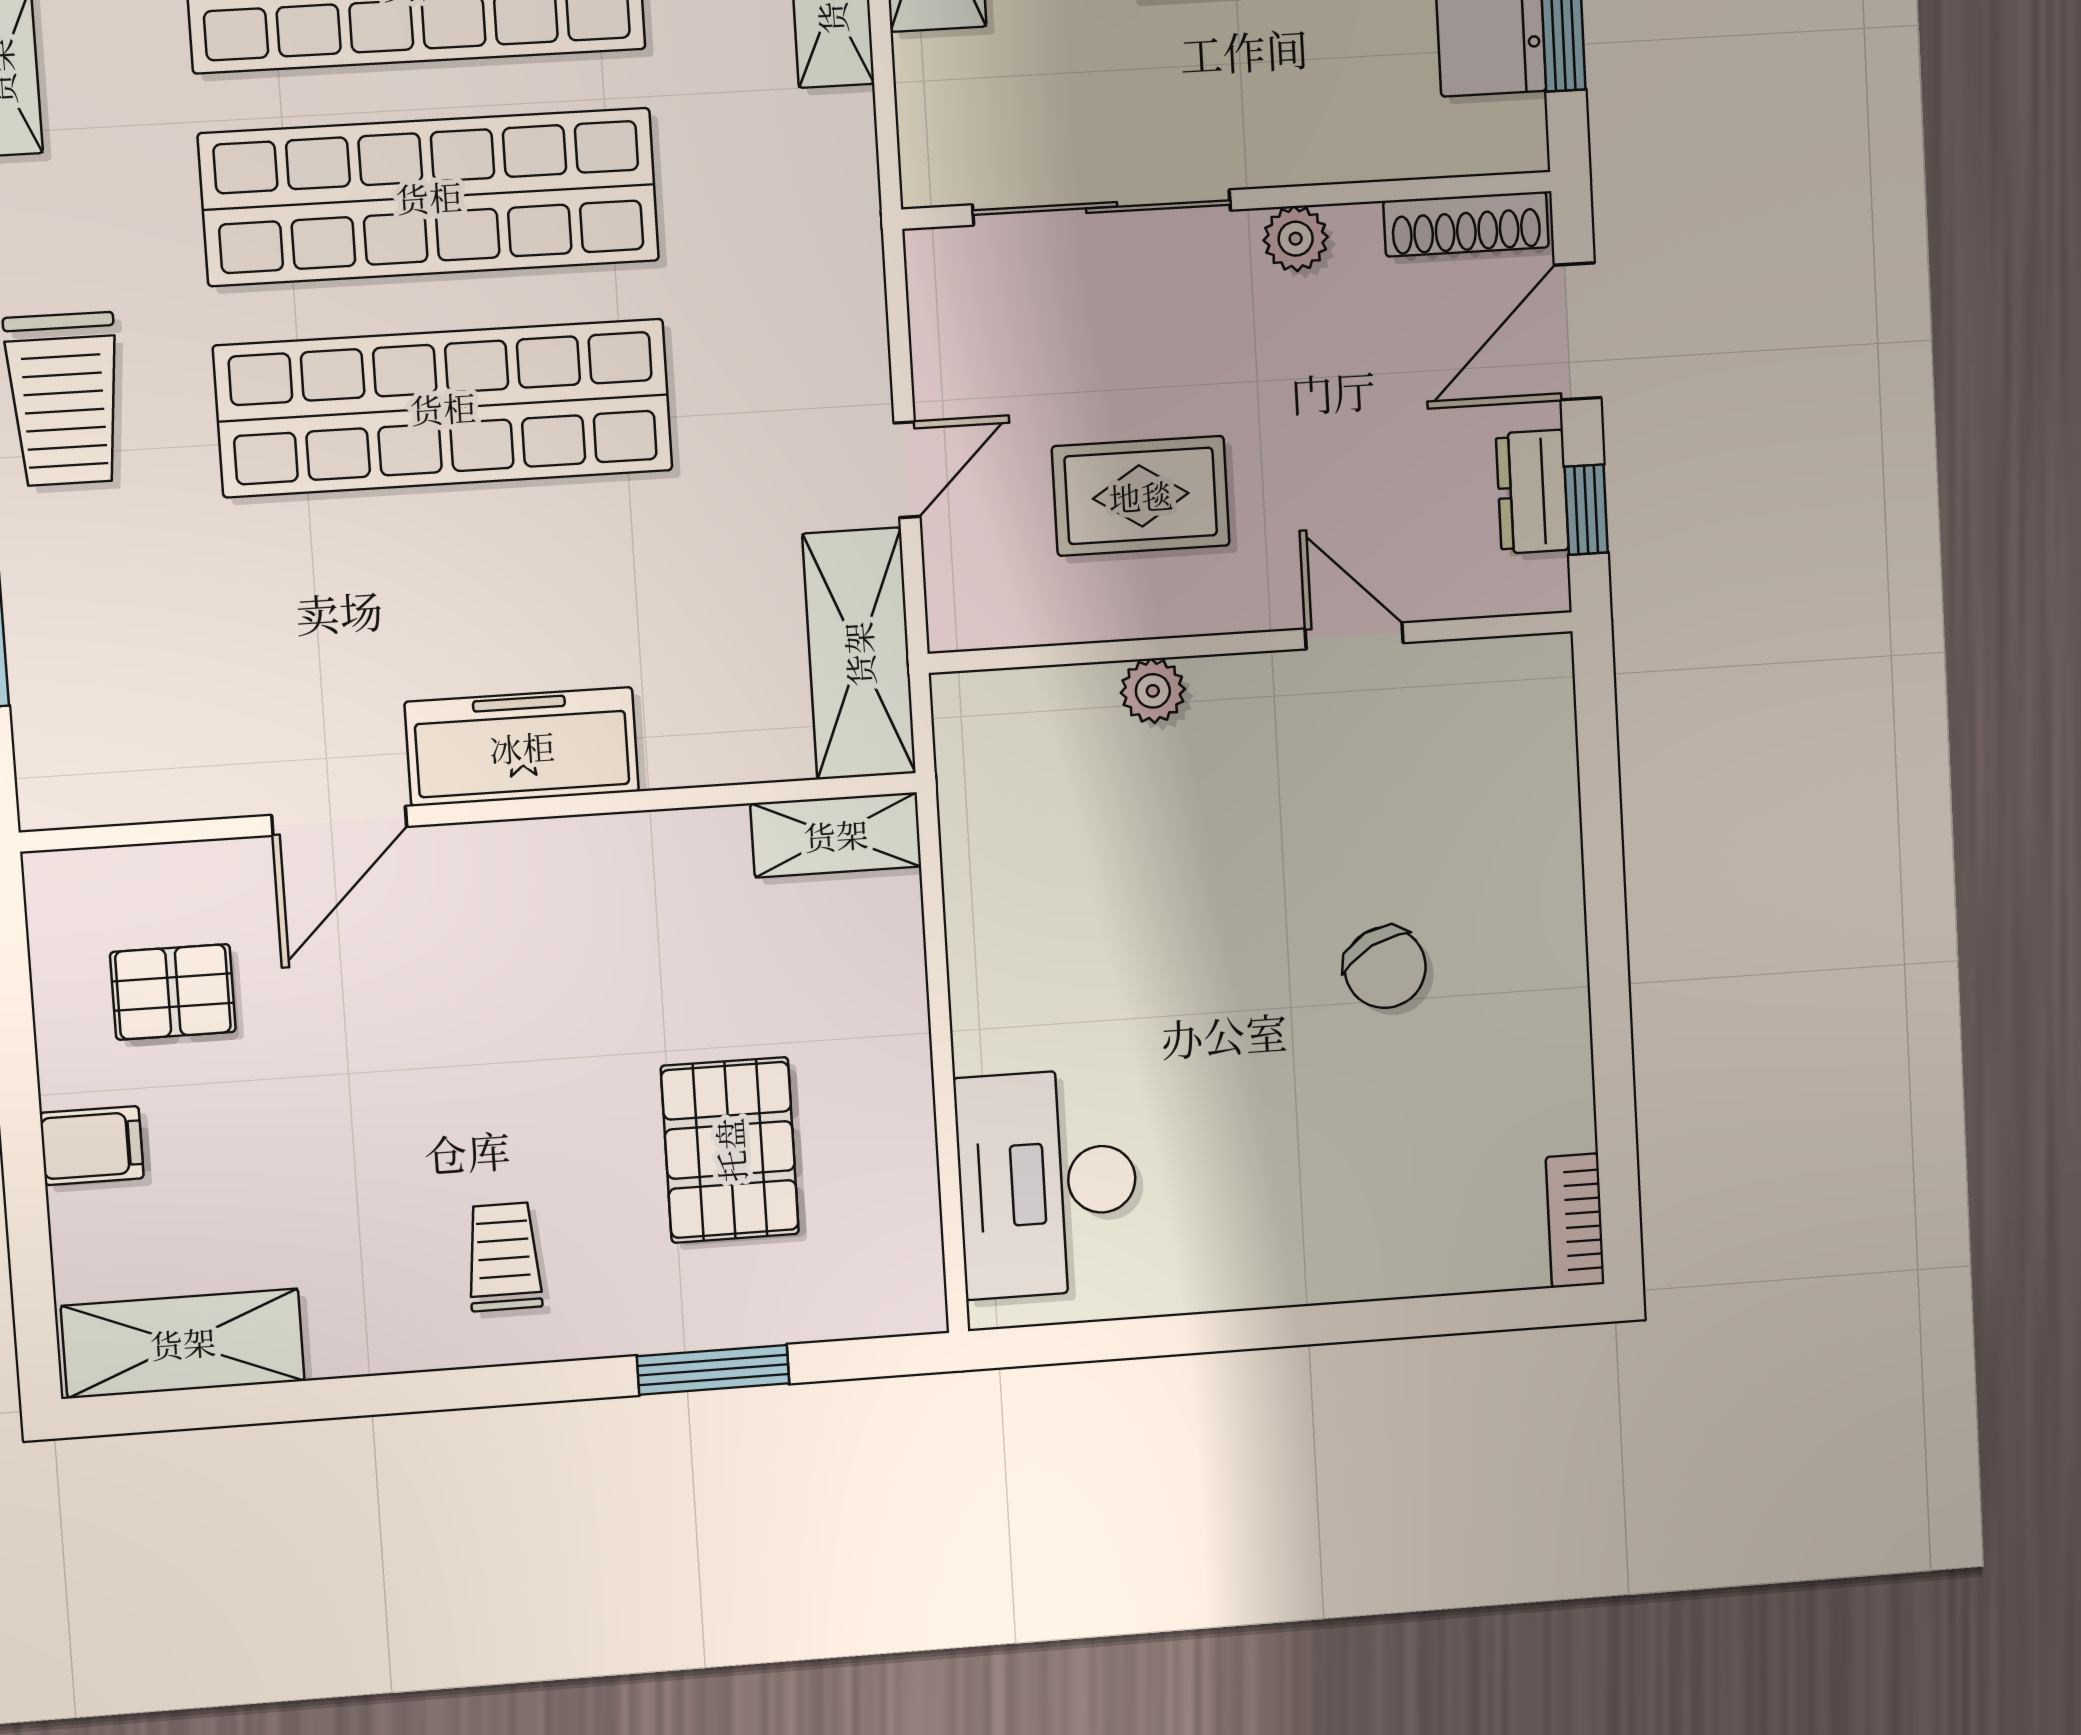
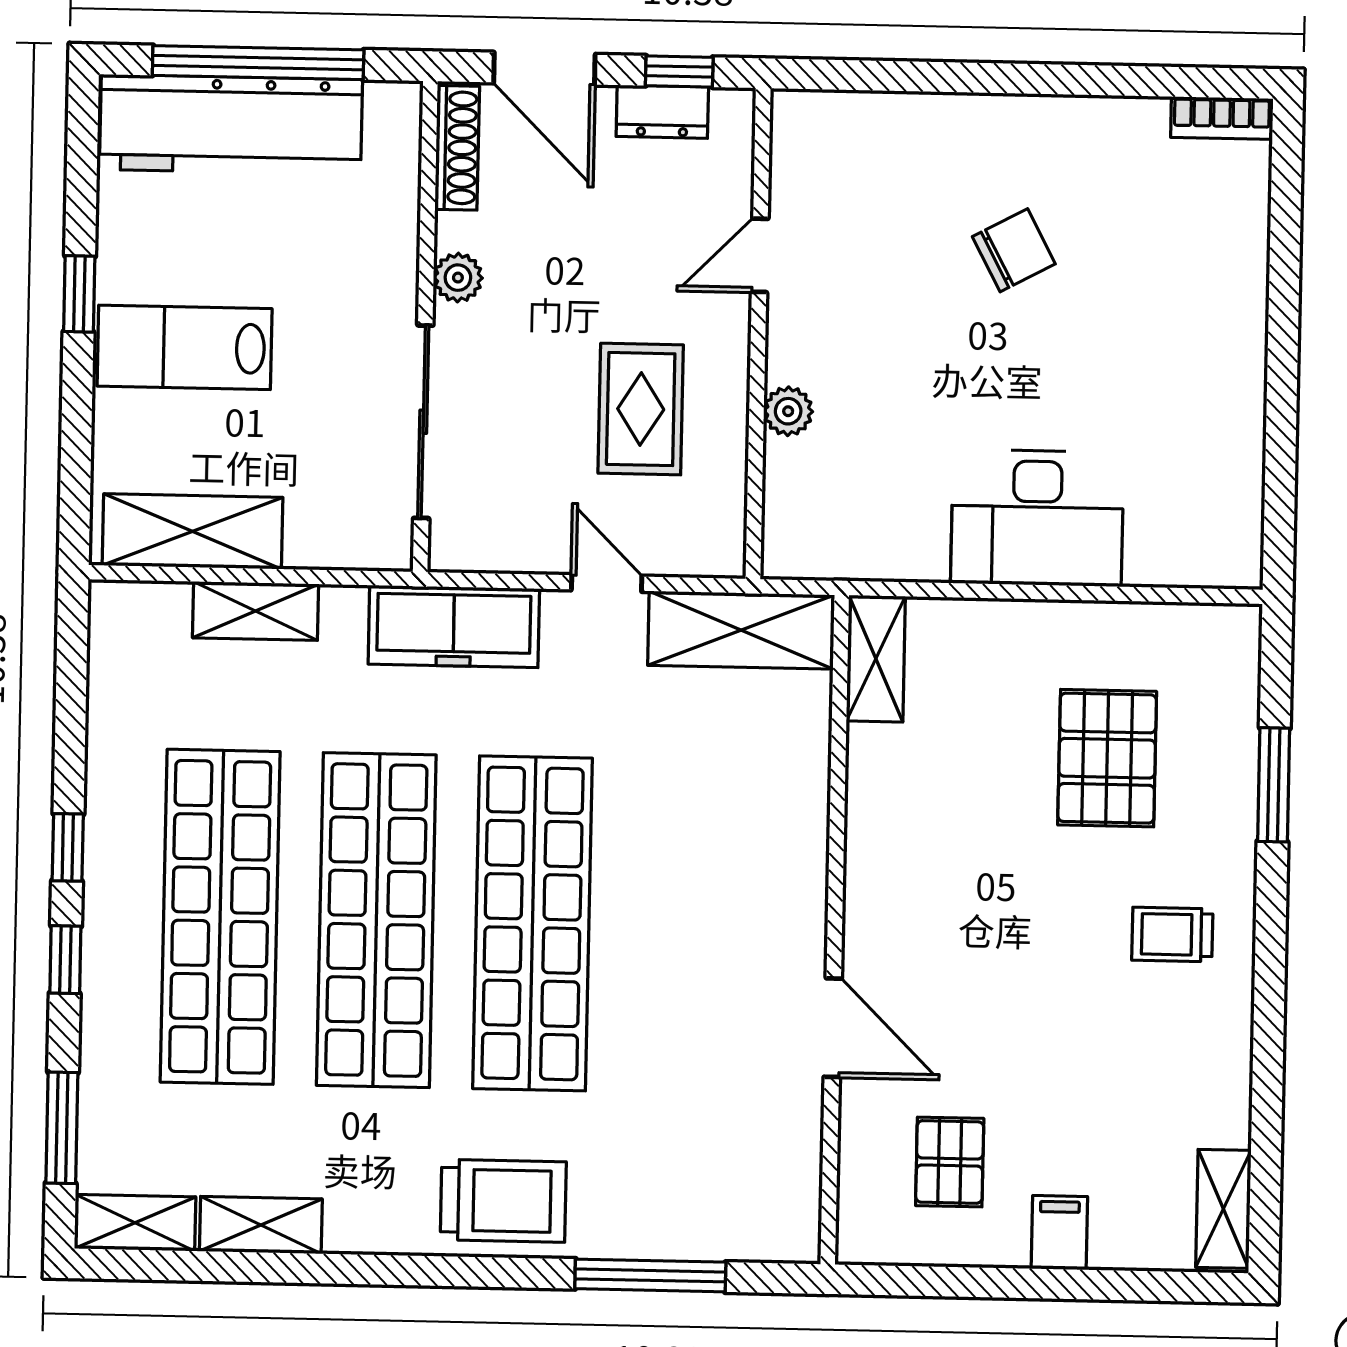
freezer: (522, 747) -> (454, 626), moved, turned -90
pallet: (730, 1150) -> (1107, 758), turned 90
desk: (1047, 1183) -> (1037, 518), moved
shelving: (183, 1343) -> (1223, 1209), width x0.67, depth x0.75

